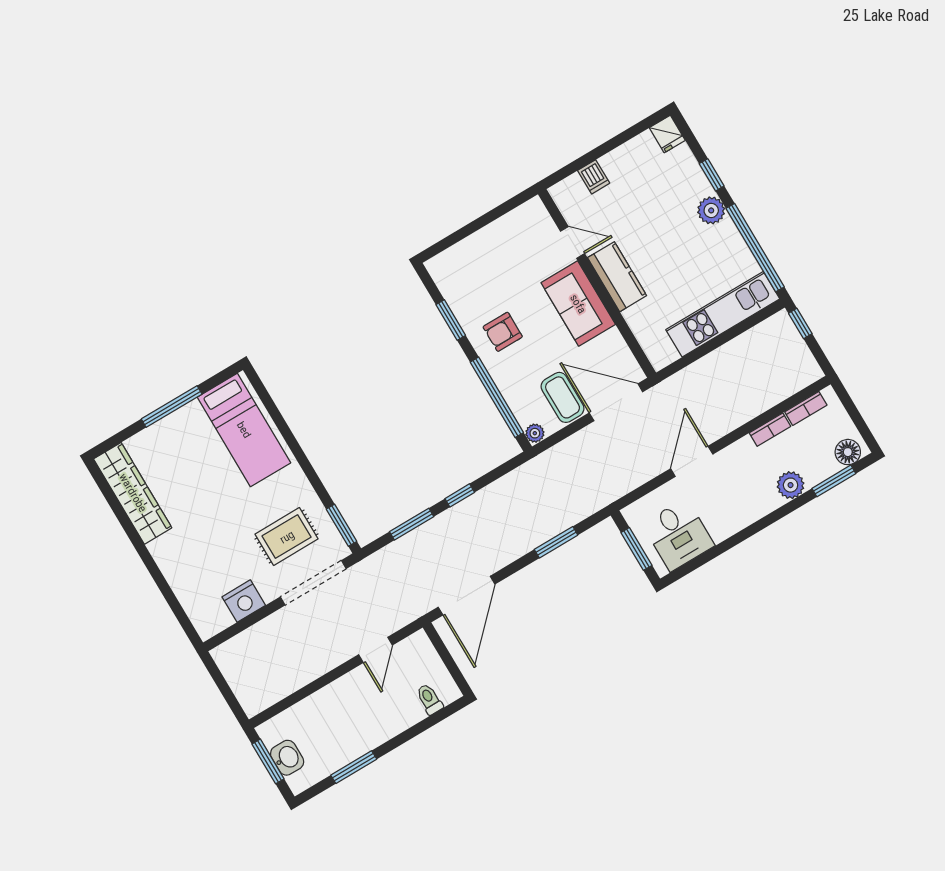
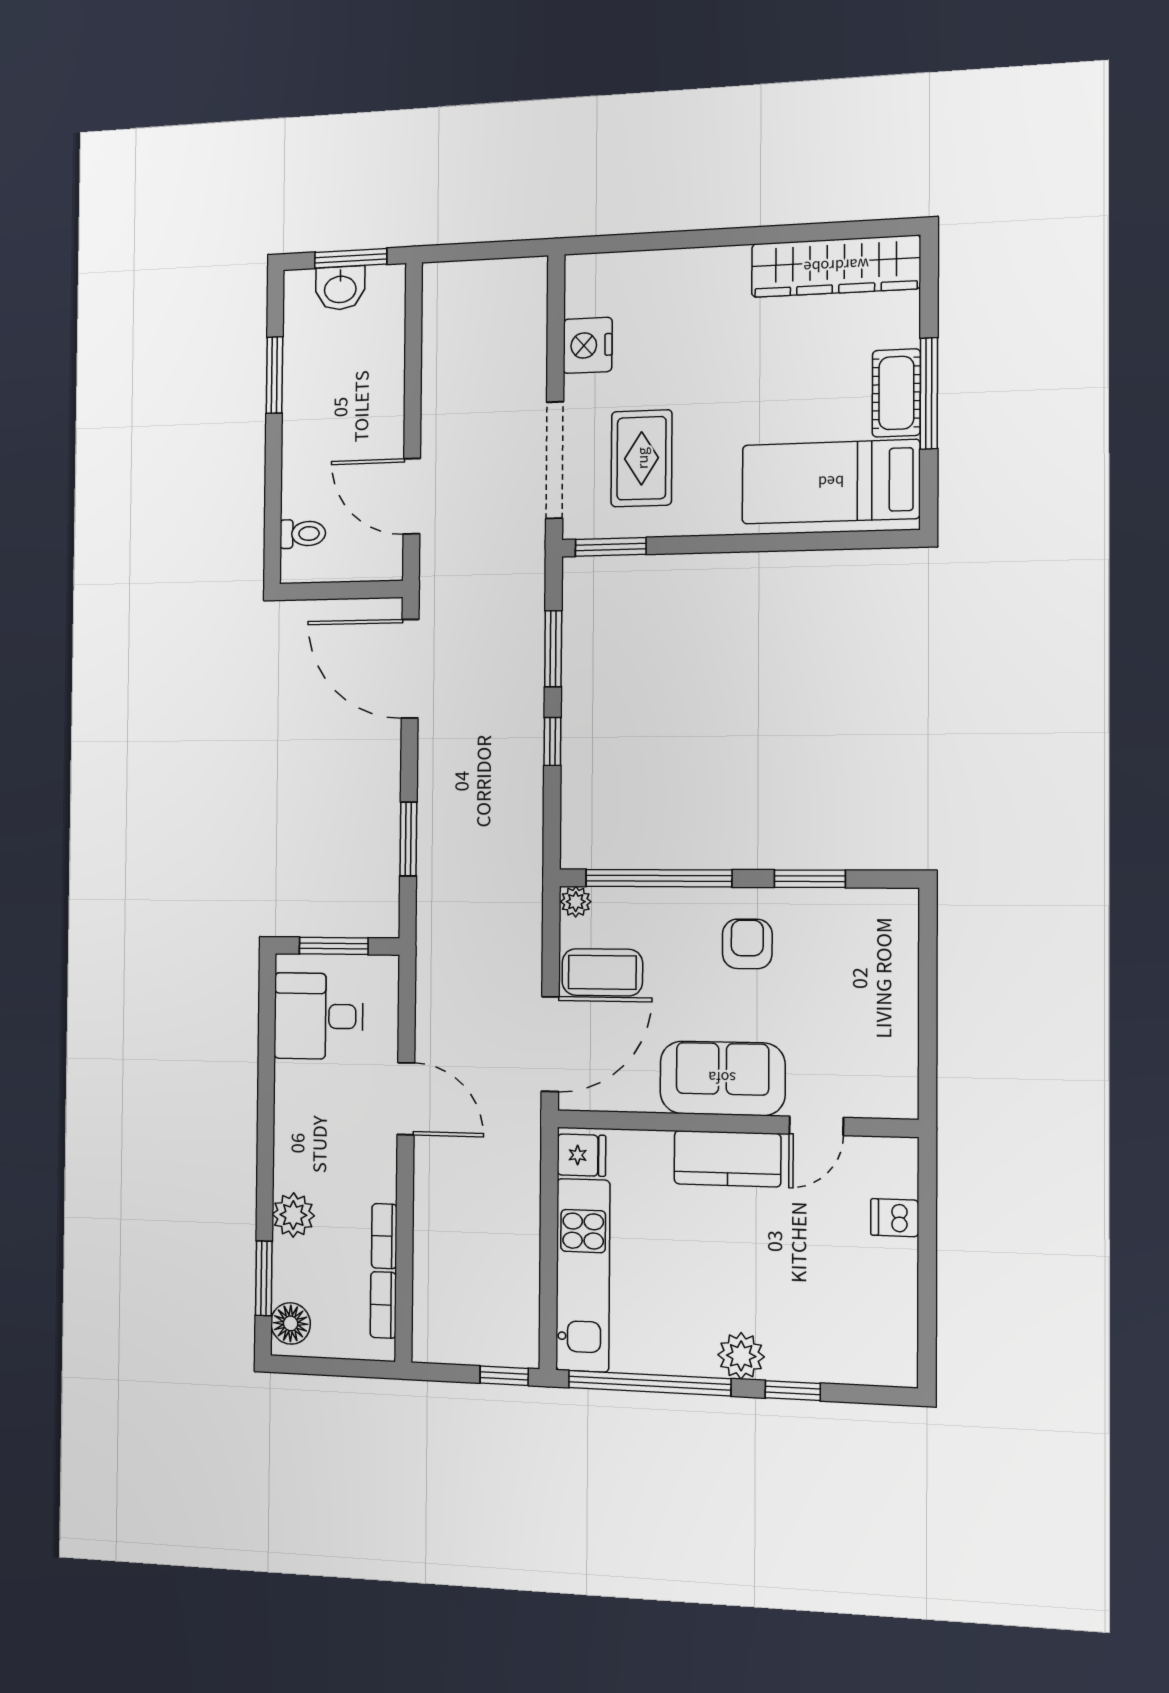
fridge: (667, 134) -> (581, 1155), moved, turned 180
cot: (180, 423) -> (896, 393), added
door: (375, 650) -> (412, 496), width x1.38

